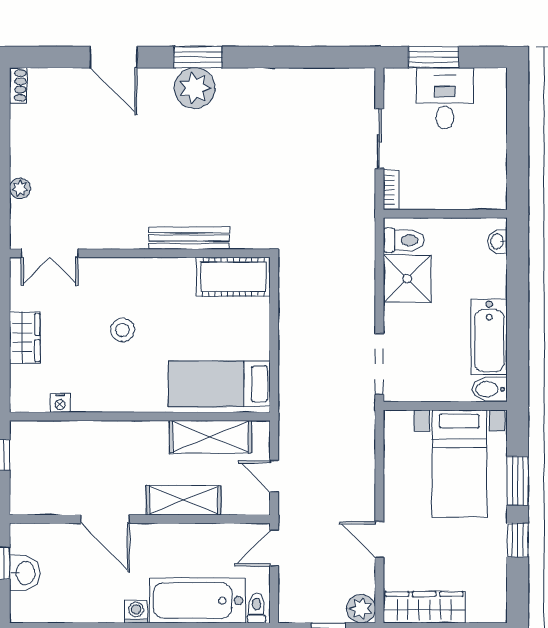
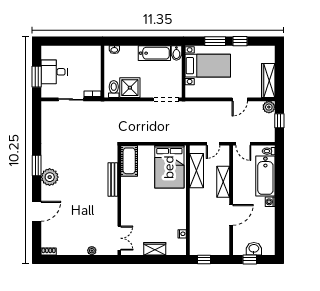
window: (198, 57) -> (37, 165), moved
stool: (122, 330) -> (152, 208), removed
bed: (219, 384) -> (169, 167), width x1.50

